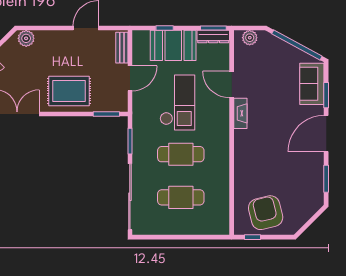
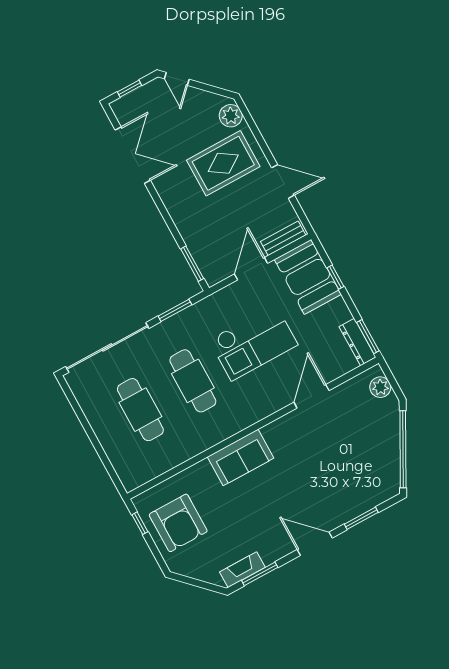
booth: (173, 45) -> (308, 277), moved
door: (130, 78) -> (251, 269), swing flipped
sofa: (312, 84) -> (241, 457), moved, turned 180
rug: (69, 91) -> (223, 163), moved, turned 90
fireplace: (240, 113) -> (242, 570), moved, turned 180
door: (326, 133) -> (315, 544), width x0.73
armchair: (266, 213) -> (178, 523), turned 104

